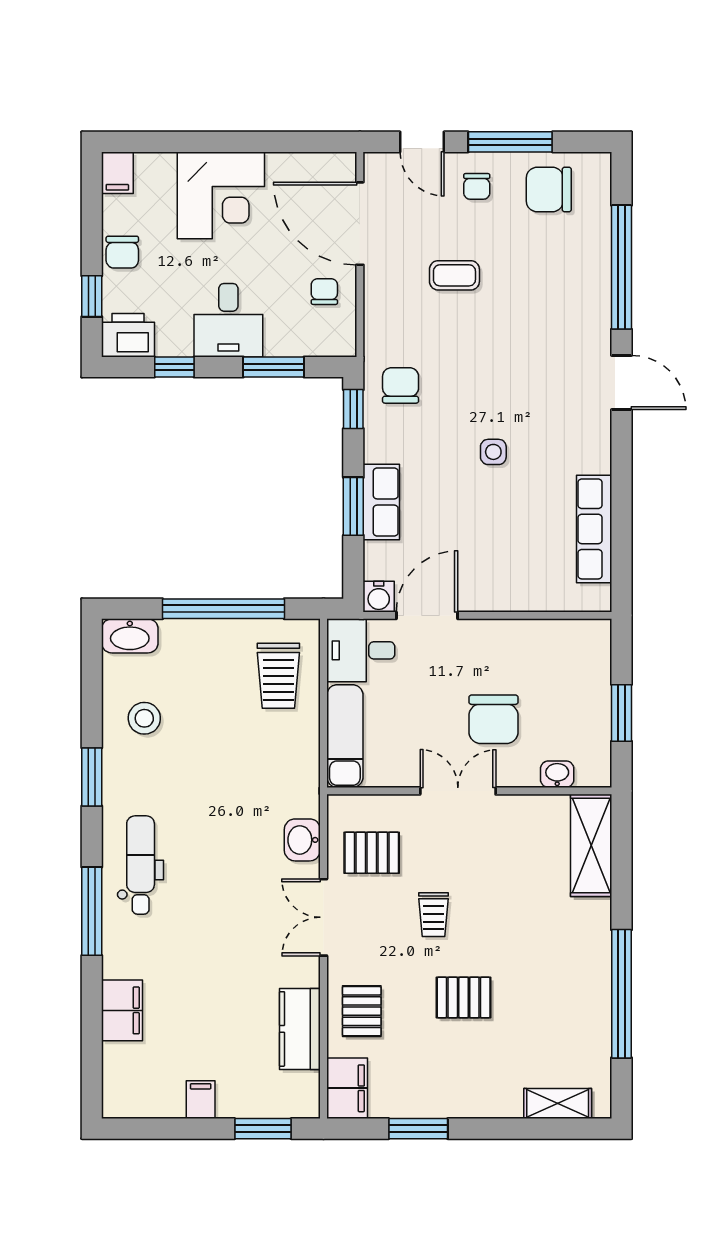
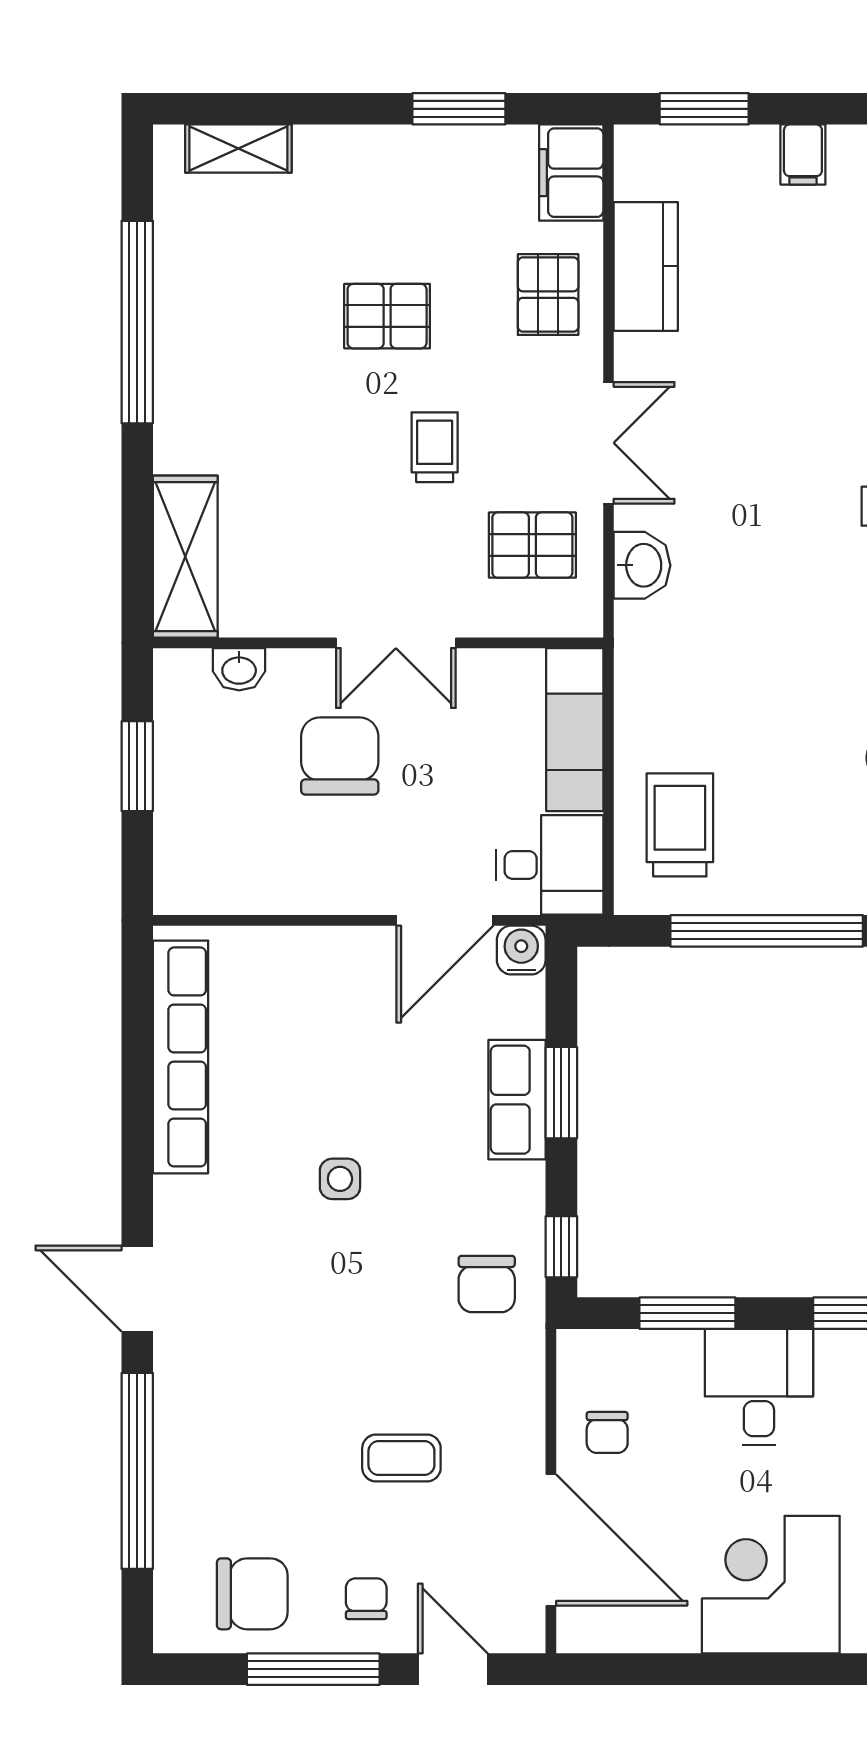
row of seats: (594, 529) -> (181, 1057), width x1.36

